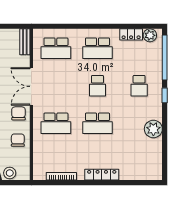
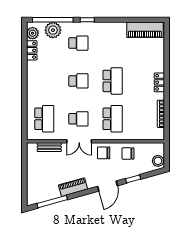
bench: (25, 42) -> (49, 147), moved
school desk: (97, 48) -> (78, 119), moved, width x0.54
double door: (31, 86) -> (79, 141), width x0.73
plant: (153, 129) -> (53, 30), moved
piano: (154, 159) -> (145, 30), added
locker: (102, 175) -> (159, 82), width x0.66

